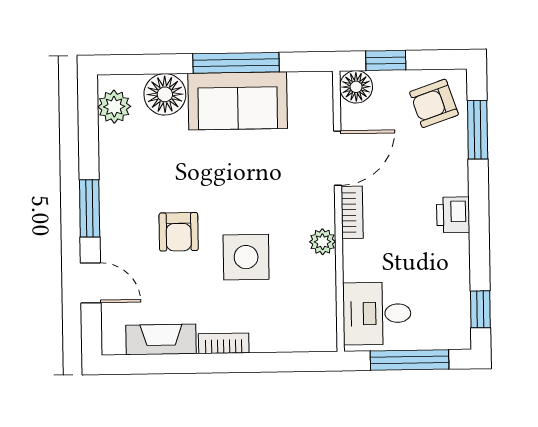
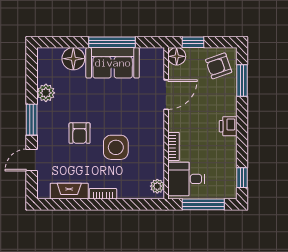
plant: (114, 107) -> (46, 93), moved
bookcase: (352, 212) -> (174, 146), moved
plant: (323, 242) -> (157, 186), moved
door: (91, 283) -> (32, 160), swing flipped

